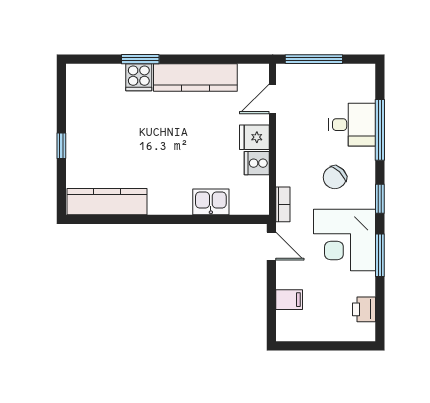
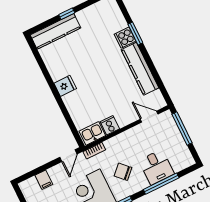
fridge: (254, 137) -> (65, 86), moved, turned 90
kitchen counter: (107, 202) -> (55, 31), moved, turned 90
kitchen sink: (211, 202) -> (92, 133), moved, turned -90

